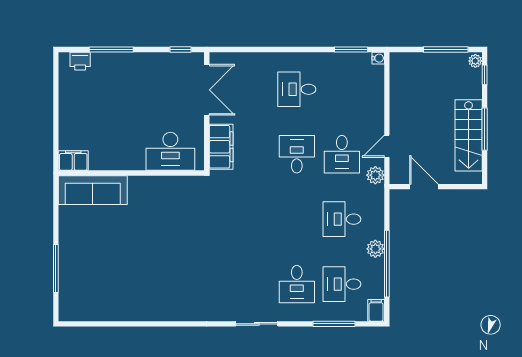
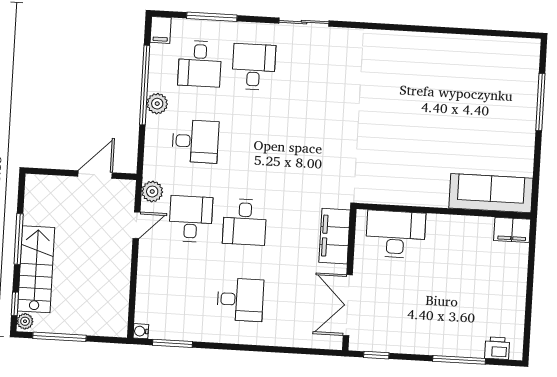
stairs: (469, 135) -> (36, 269), moved
door: (424, 187) -> (95, 174), swing flipped
desk: (342, 284) -> (200, 64), turned 90

